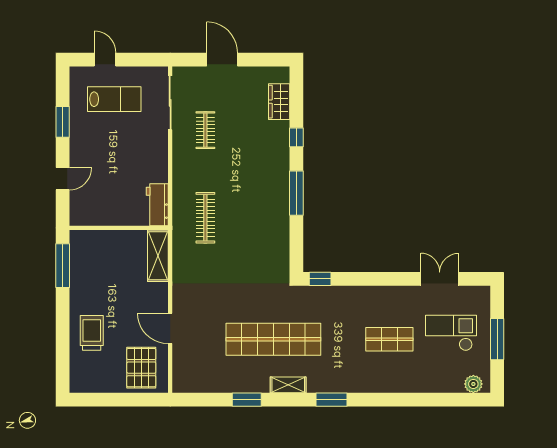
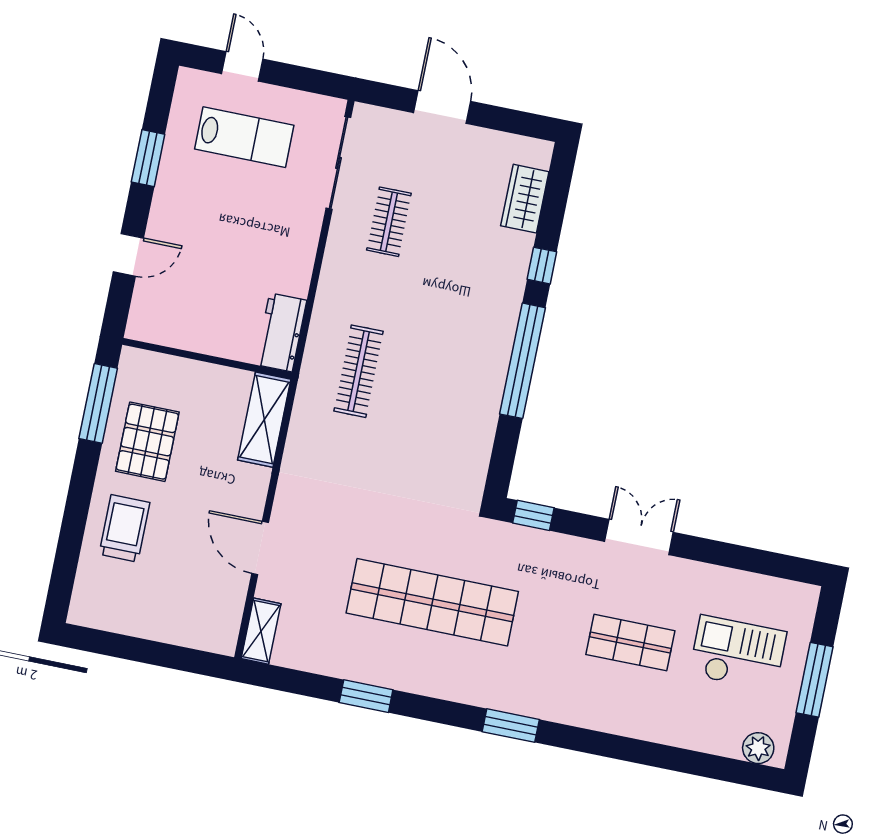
window: (296, 193) -> (522, 361), width x1.46
double door: (440, 279) -> (639, 537), moved
pallet: (141, 368) -> (147, 442), moved
shelving: (288, 385) -> (261, 631), moved, turned 90

